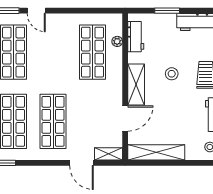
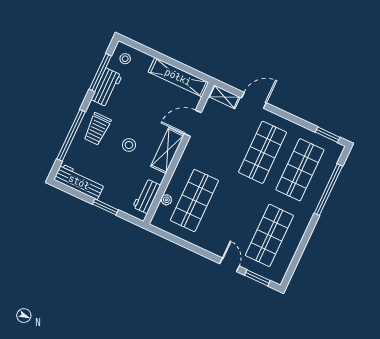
door: (81, 163) -> (254, 100), hinge flipped

